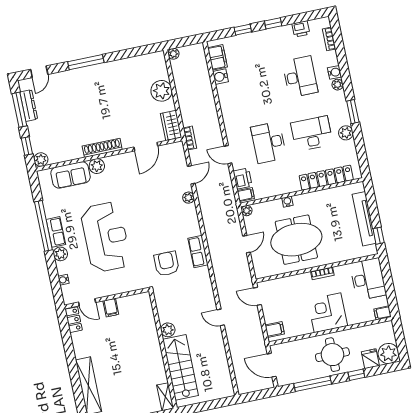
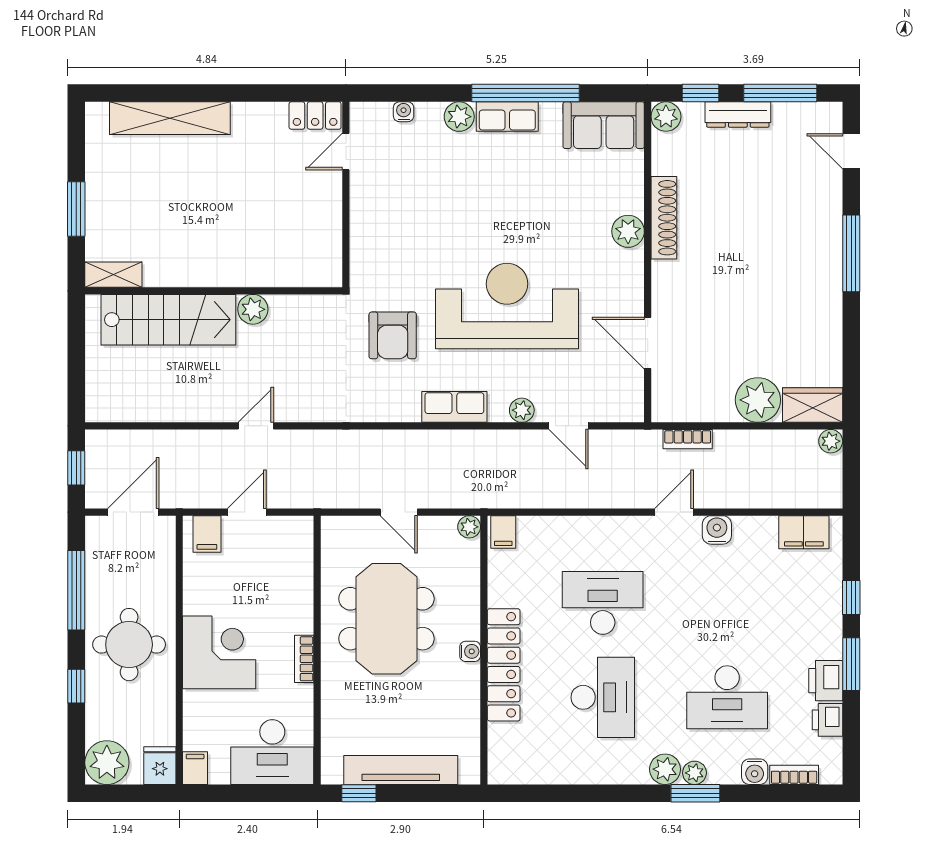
window: (273, 23) -> (851, 664), width x1.50
water cooler: (334, 72) -> (755, 772), moved
water cooler: (220, 77) -> (717, 530), moved
dresser: (29, 105) -> (738, 114), moved
window: (353, 112) -> (695, 793), moved
wardrobe: (171, 125) -> (813, 405), moved
plant: (346, 133) -> (665, 769), moved
bookcase: (190, 138) -> (688, 439), moved
shoe rack: (102, 148) -> (664, 218), moved
door: (228, 155) -> (674, 512), moved
sofa: (71, 175) -> (604, 125), moved, turned -90
locker: (326, 178) -> (504, 665), moved
printer: (243, 179) -> (826, 681), moved, turned 90
water cooler: (287, 202) -> (470, 651), moved
reception desk: (106, 237) -> (507, 306), moved, turned 180
row of seats: (198, 251) -> (454, 407), moved
armchair: (167, 264) -> (393, 335), turned 90
door: (257, 296) -> (247, 512), moved
filing cabinet: (111, 308) -> (324, 199), removed
fridge: (370, 359) -> (160, 766), moved, turned -90
window: (257, 395) -> (76, 468), added

